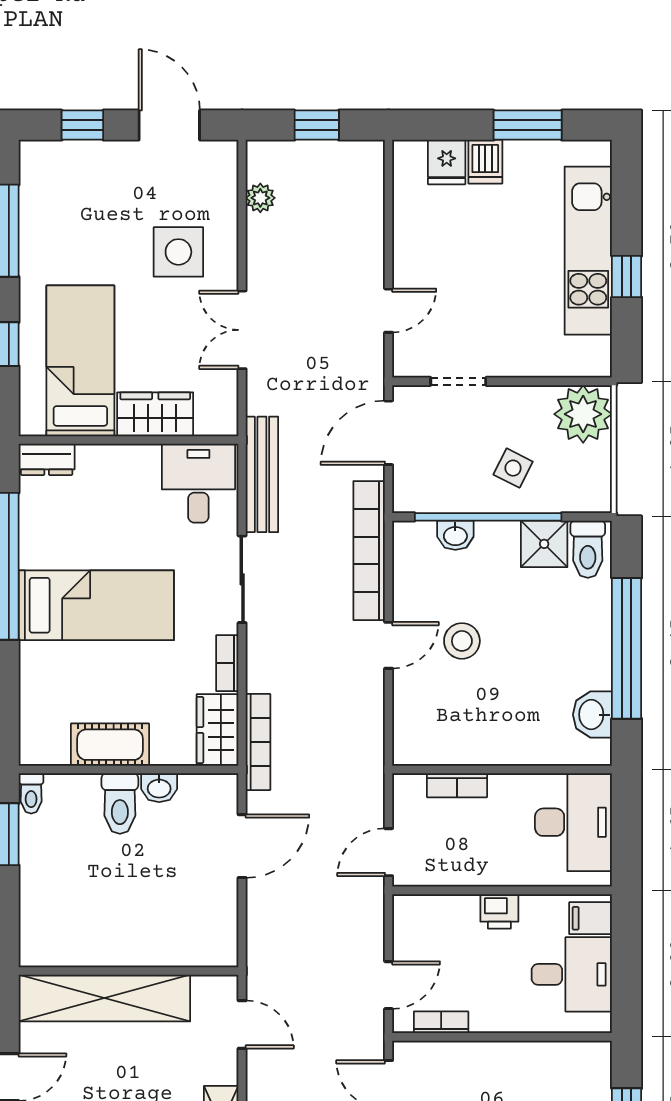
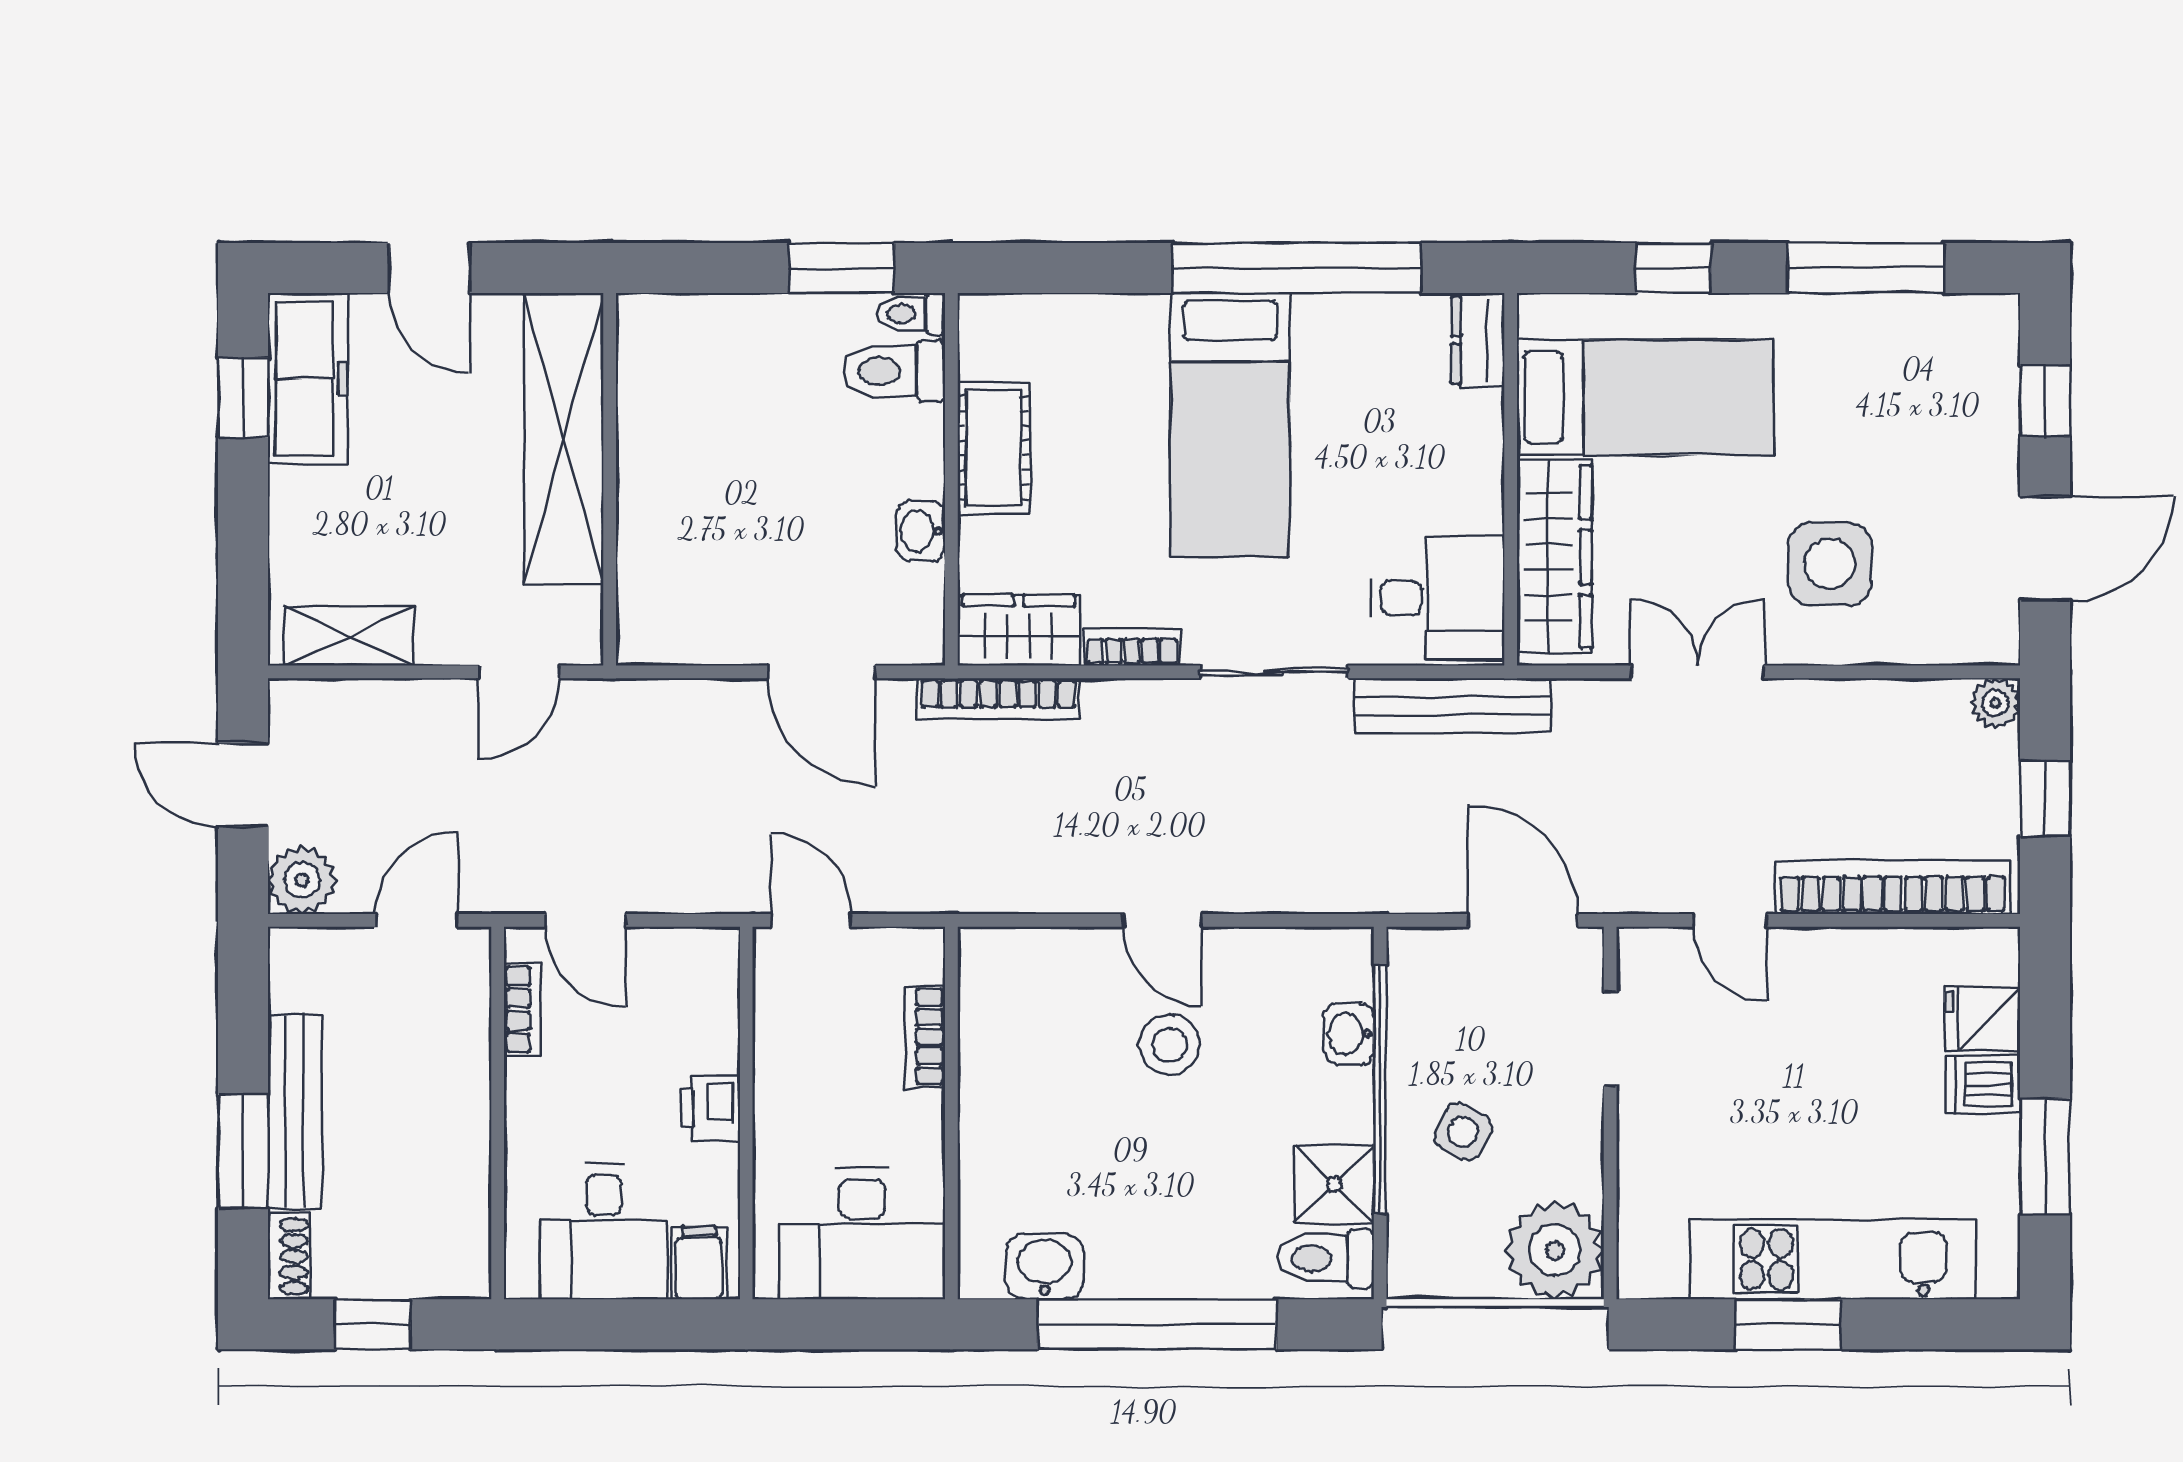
plant: (260, 198) -> (1995, 703), moved
window: (627, 277) -> (1788, 1324), width x1.50
wardrobe: (155, 414) -> (1554, 557), width x1.50
bookcase: (369, 551) -> (1893, 887), moved
toilet: (120, 804) -> (894, 371), moved

